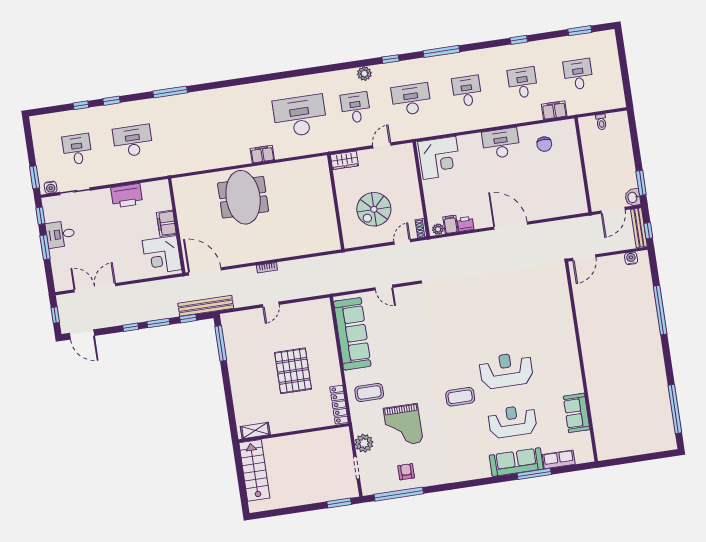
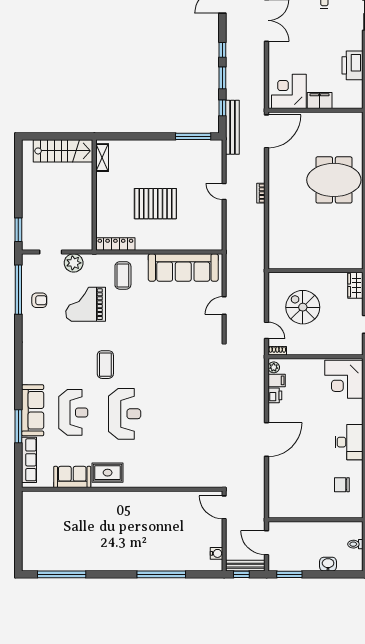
washbasin: (633, 197) -> (328, 564), moved
rug: (567, 378) -> (108, 473), added
row of seats: (559, 459) -> (29, 460), width x1.48

